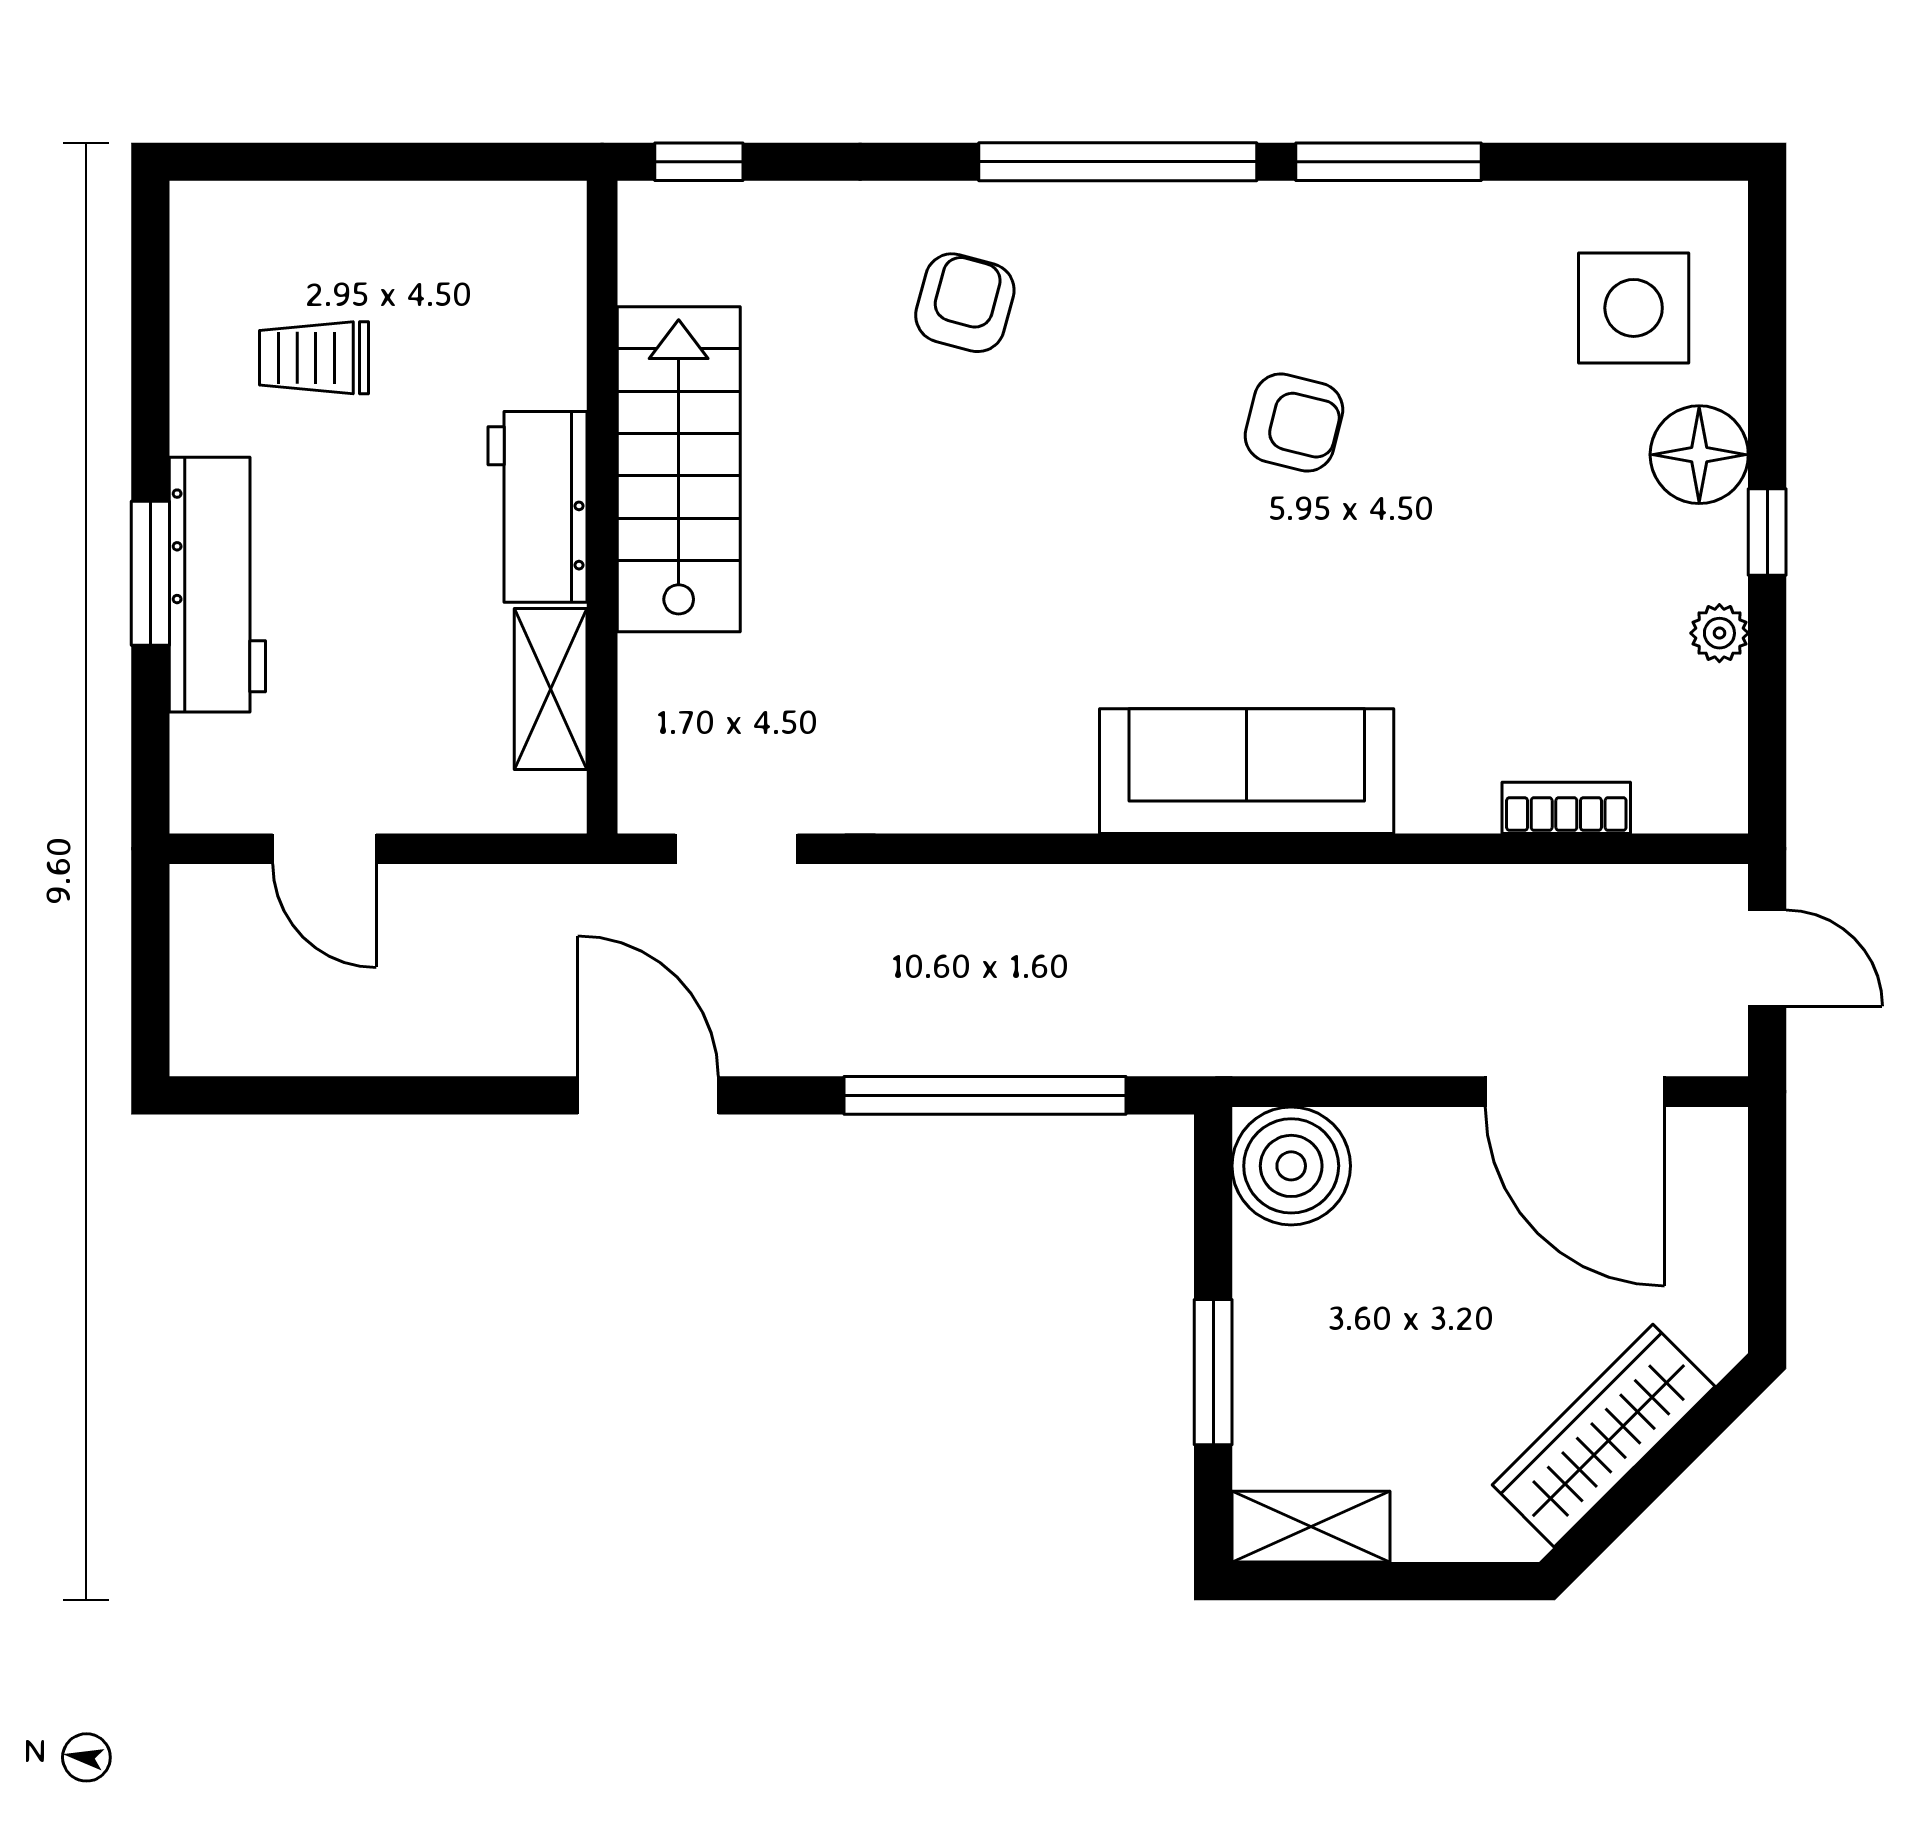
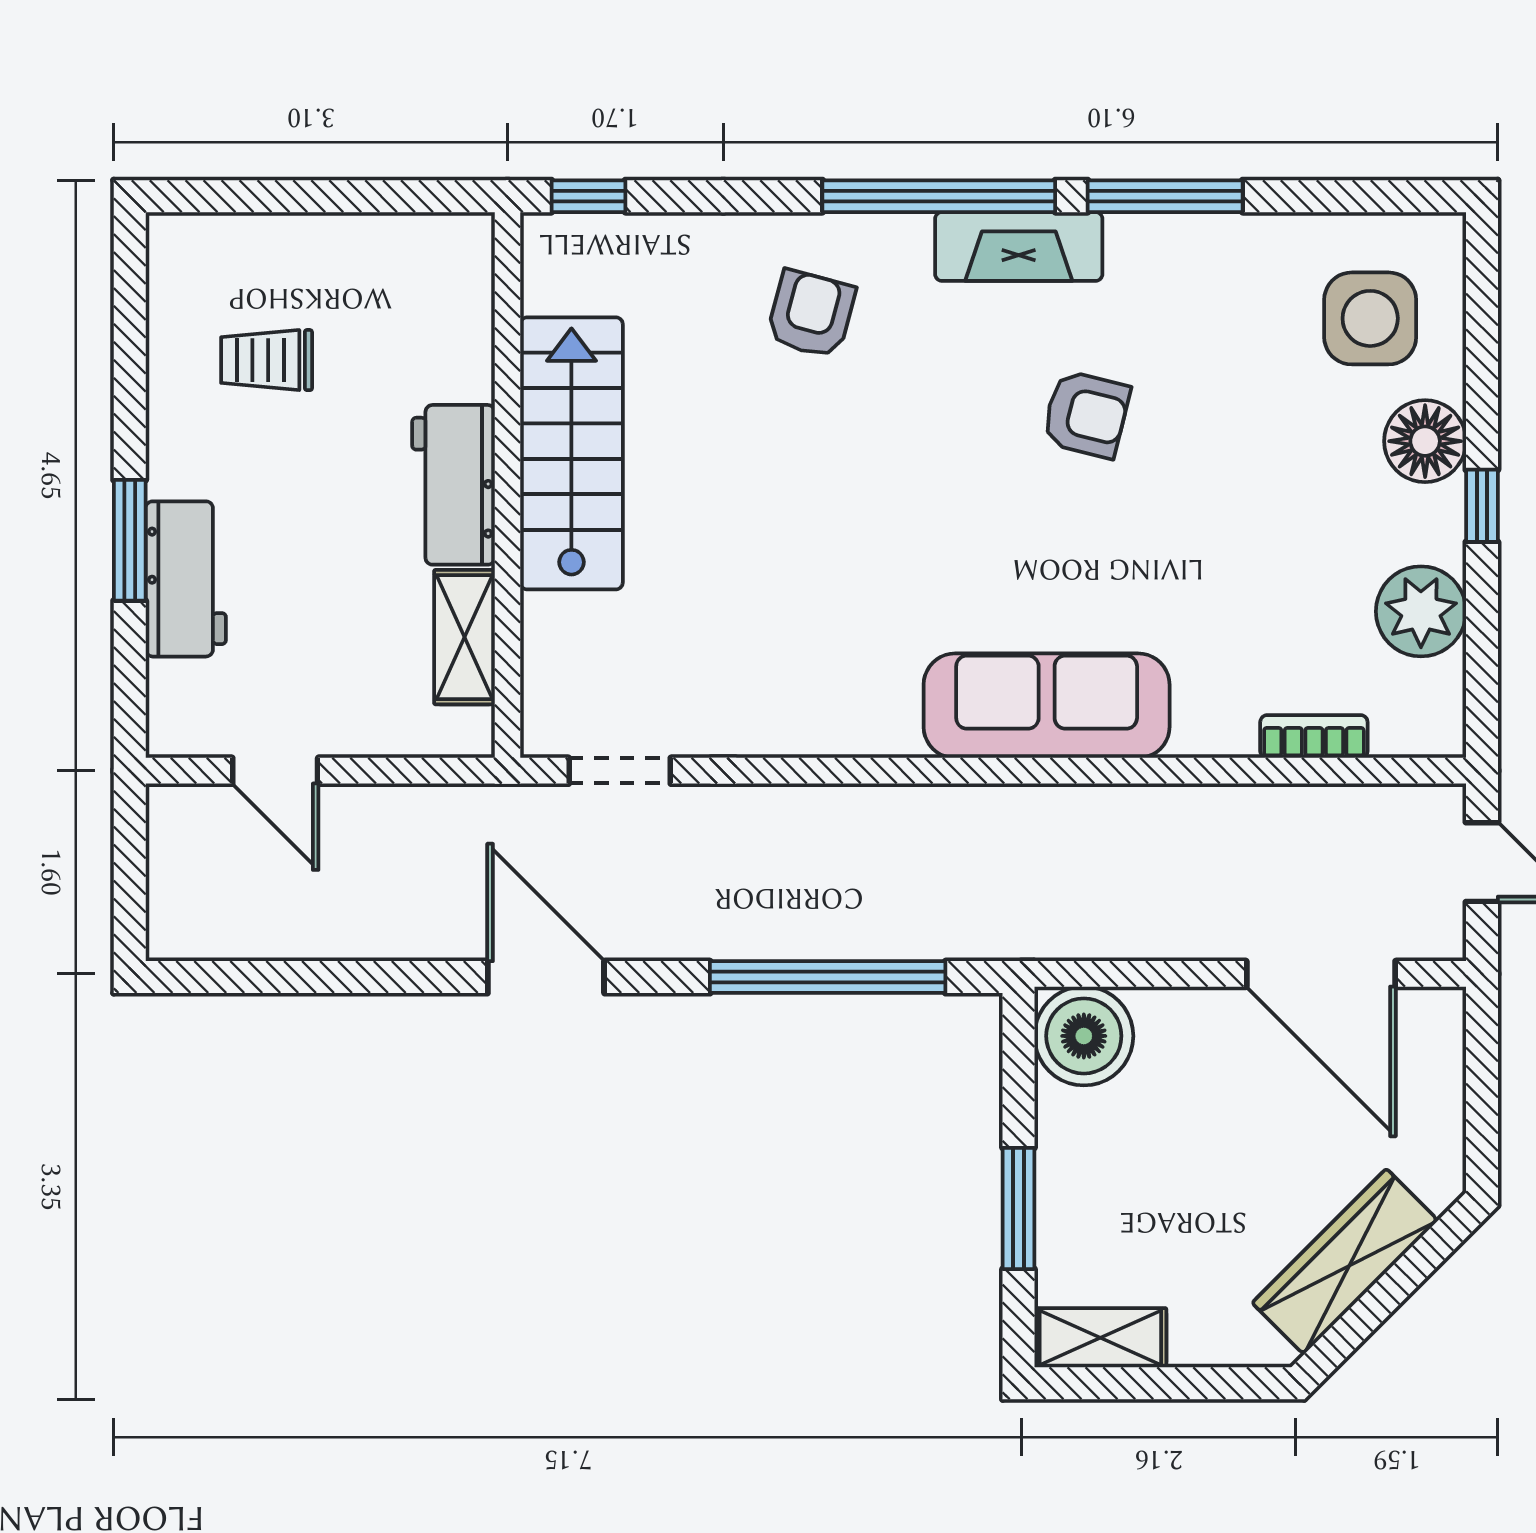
fireplace: (1213, 222) -> (1019, 246), added
workbench: (217, 585) -> (186, 579), width x0.73
plant: (1719, 633) -> (1421, 611), width x1.88, depth x1.88

